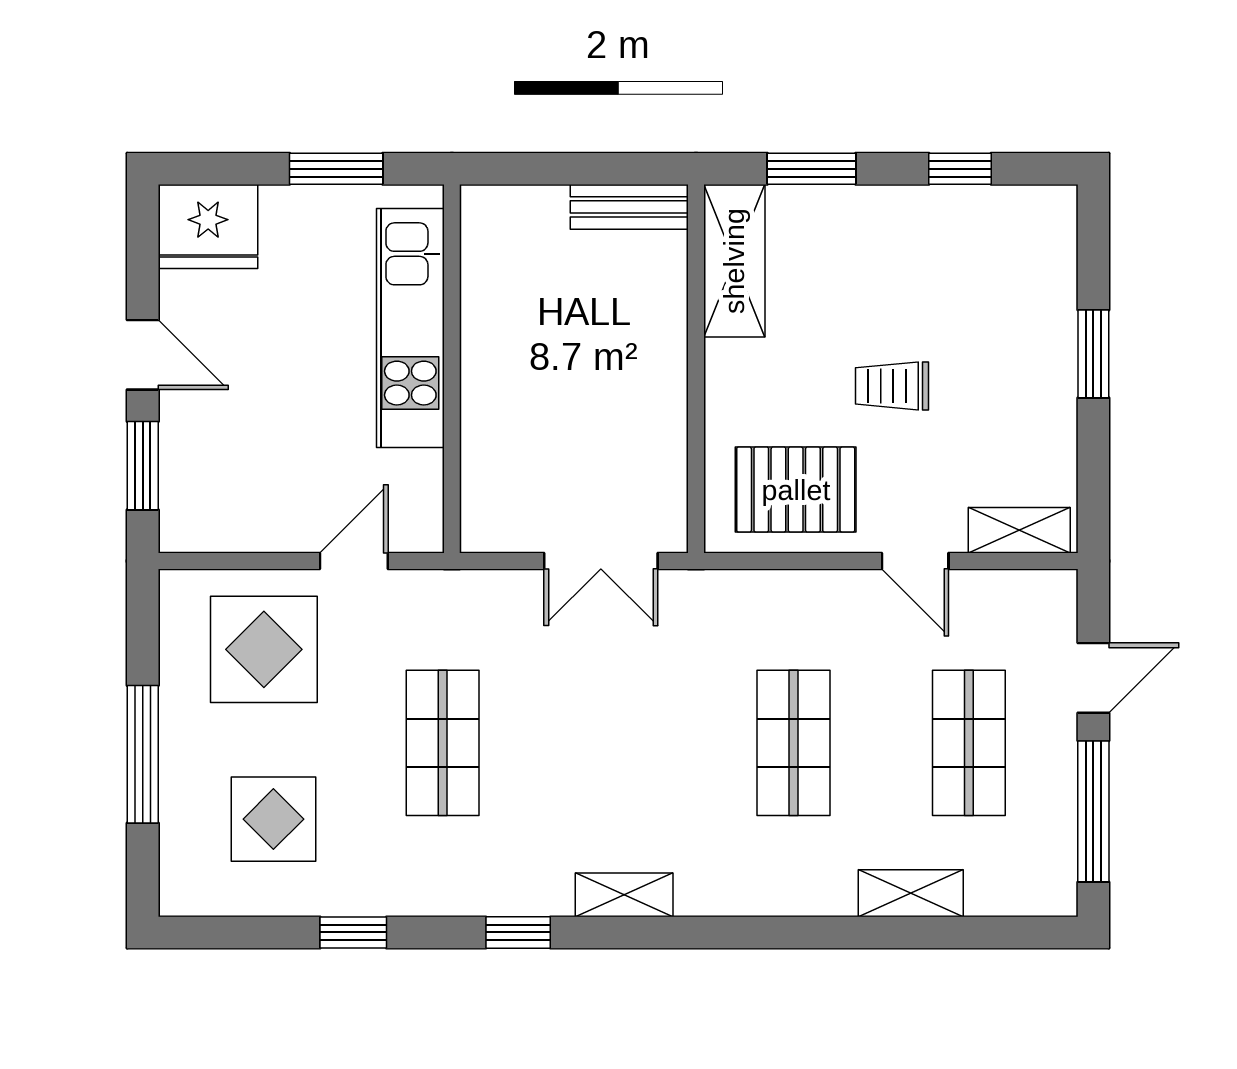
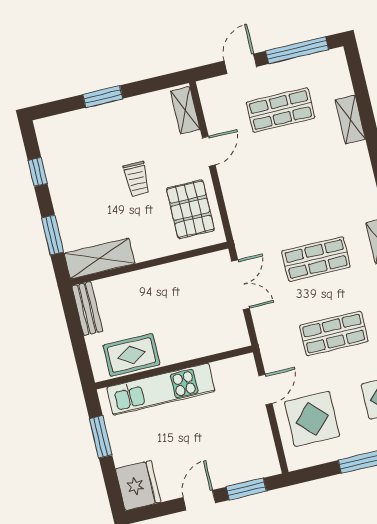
rug: (502, 281) -> (131, 355), added
door: (354, 561) -> (265, 390), swing flipped
door: (1093, 678) -> (240, 64), hinge flipped
shop shelf: (793, 743) -> (316, 259), moved

